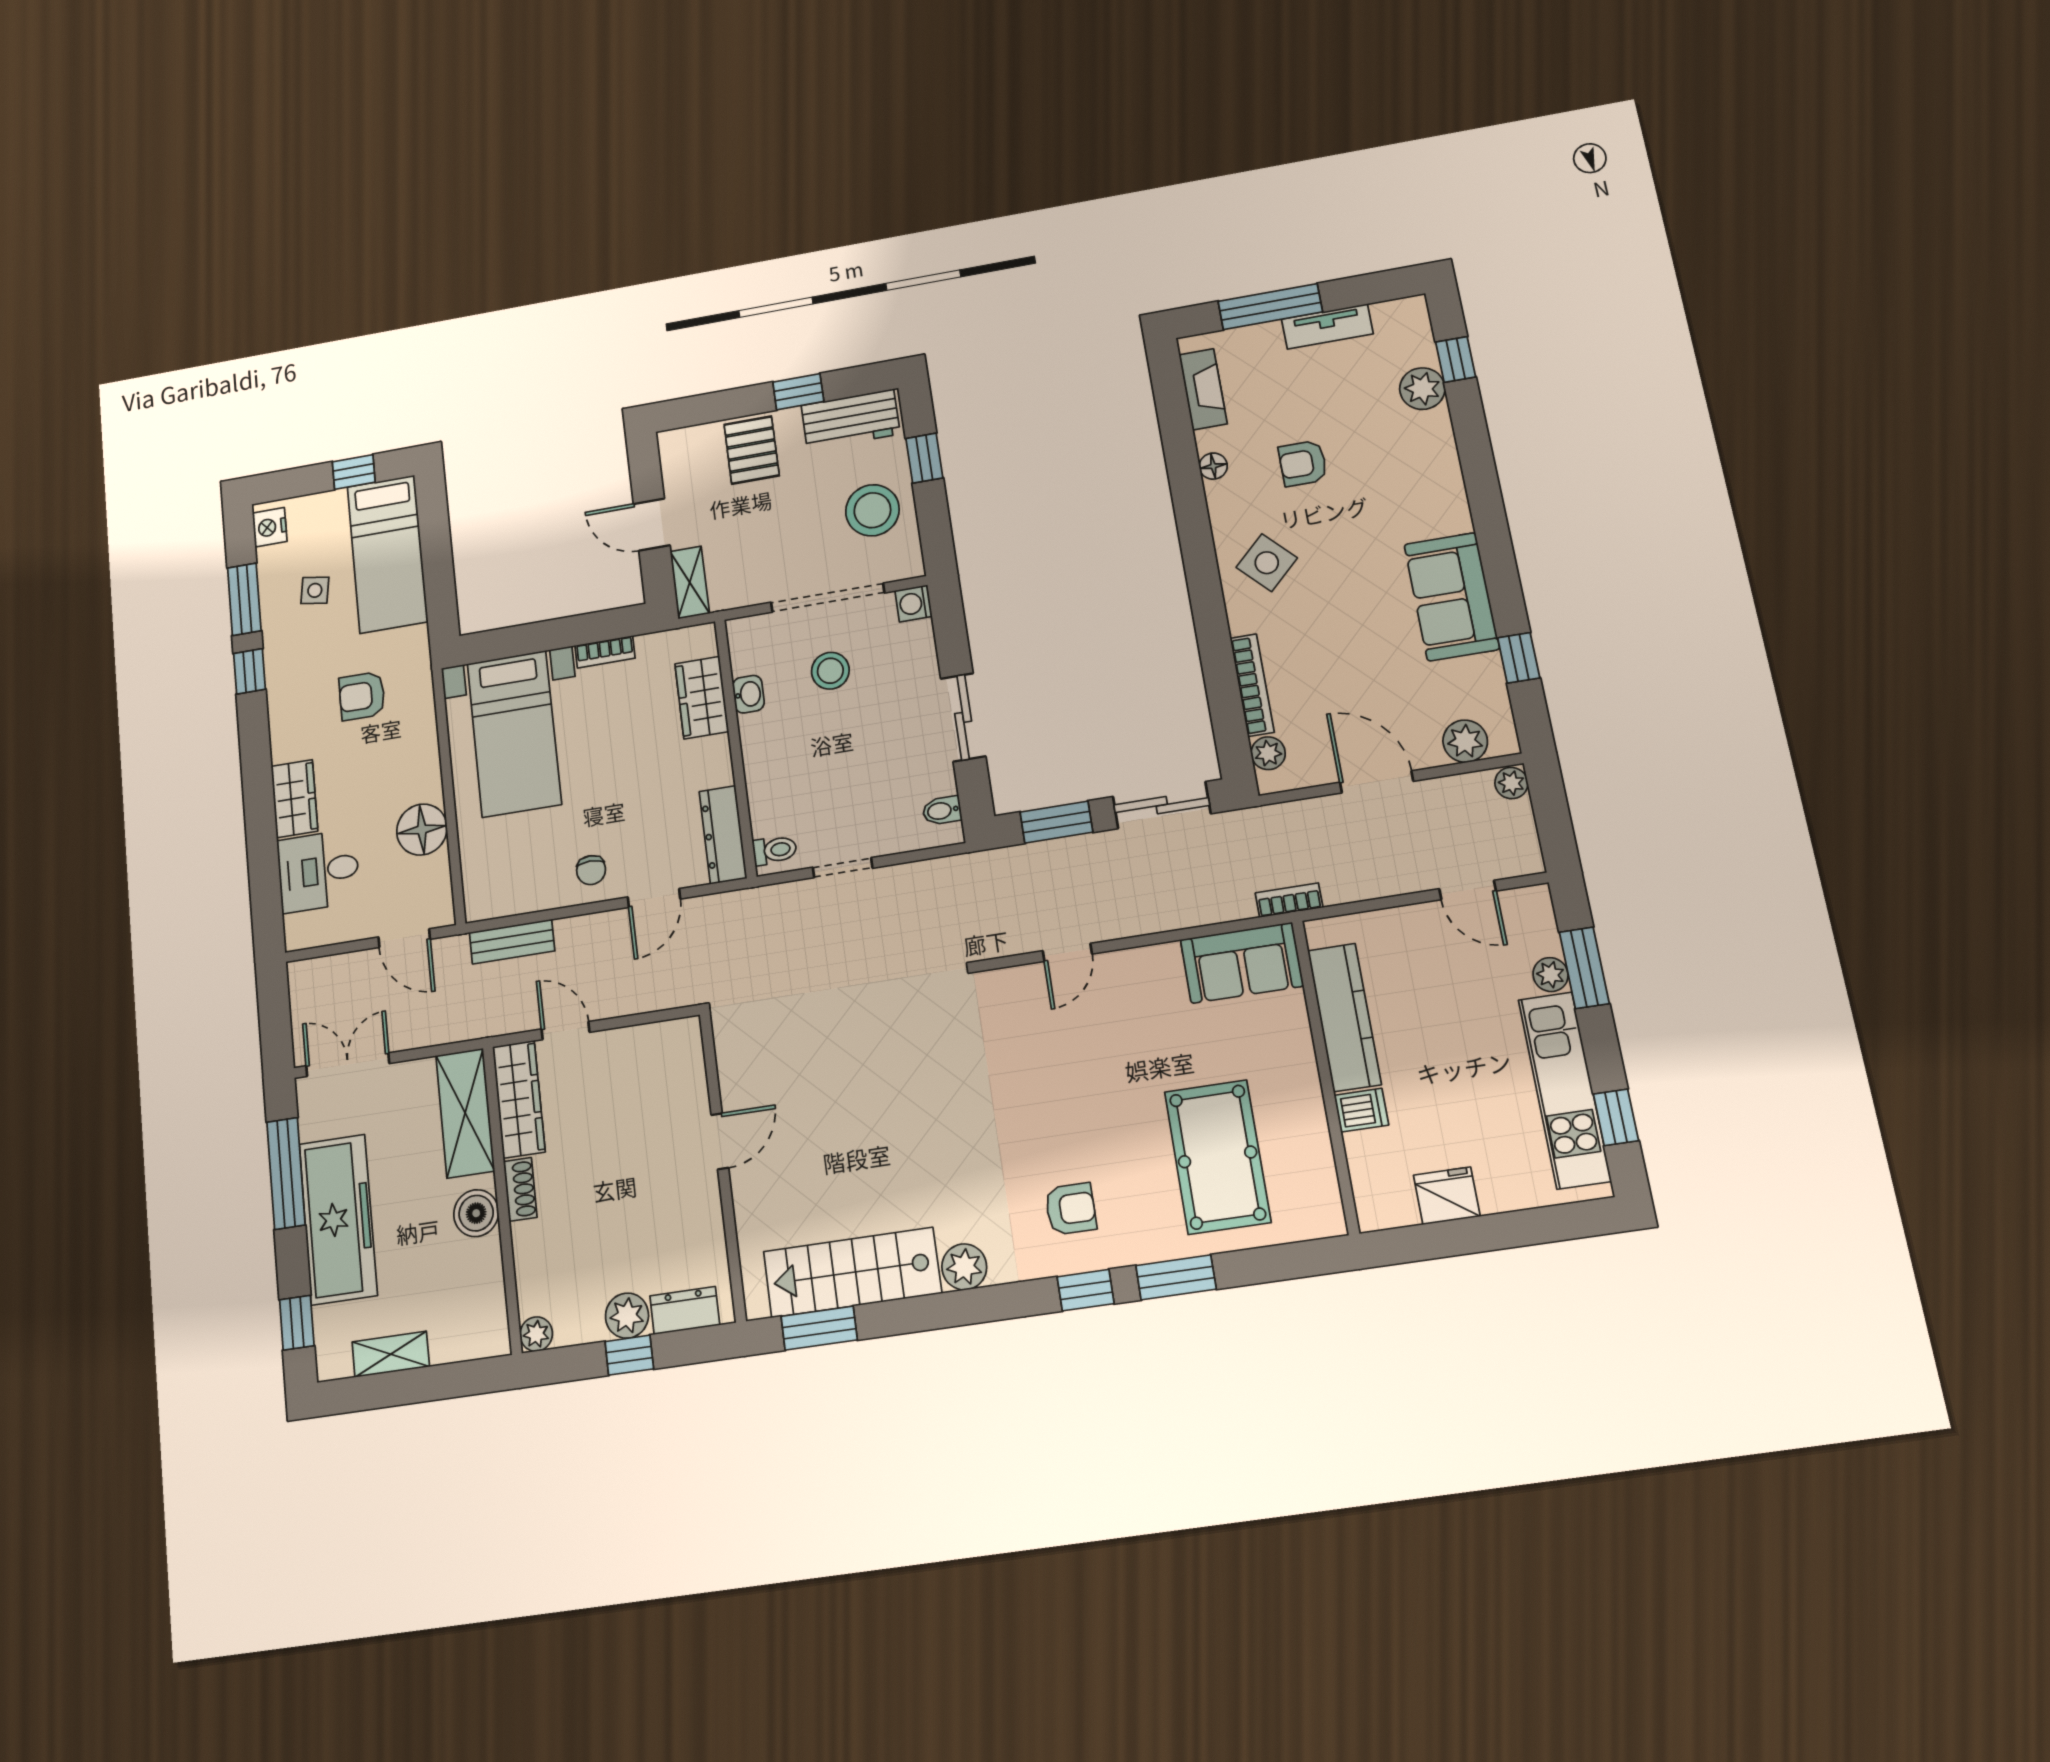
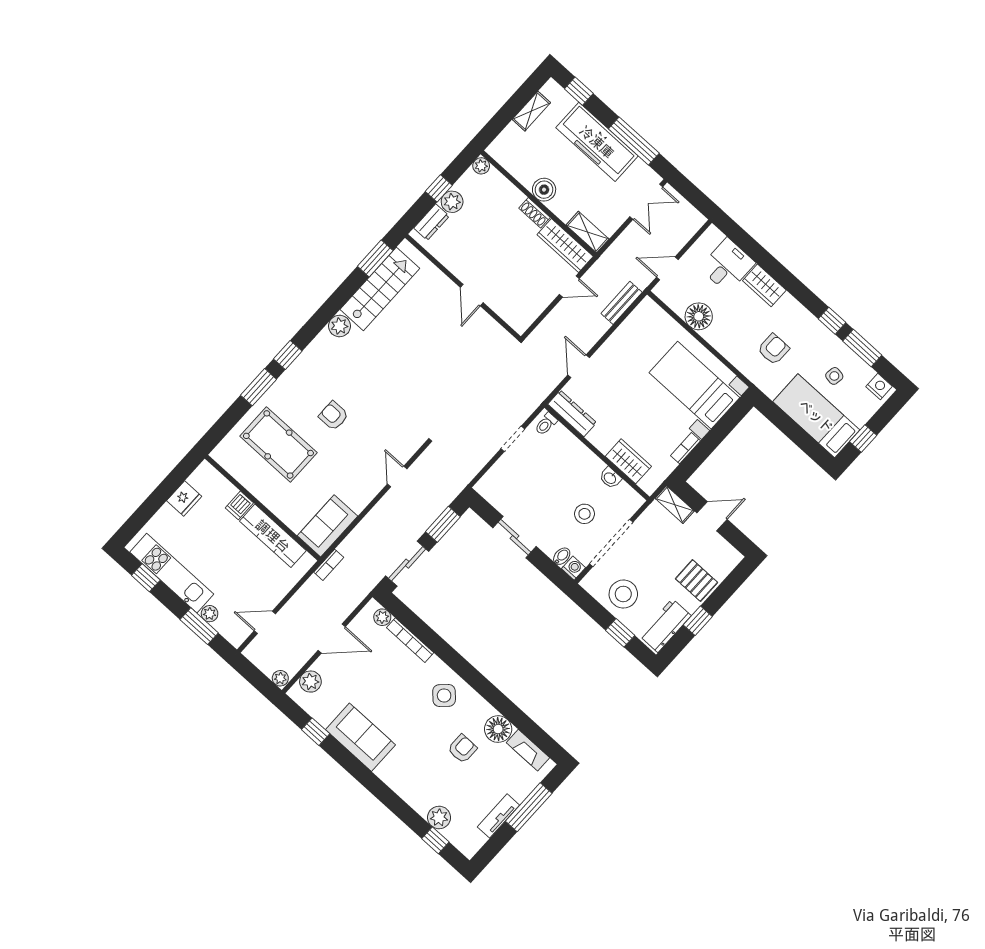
floor lamp: (1213, 466) -> (498, 729), width x1.89, depth x1.89
bidet: (942, 811) -> (562, 556), moved
chair: (591, 870) -> (614, 357), removed
shelving: (465, 1113) -> (587, 232), width x0.67, depth x0.75
armchair: (1071, 1209) -> (333, 416), moved, turned 90

